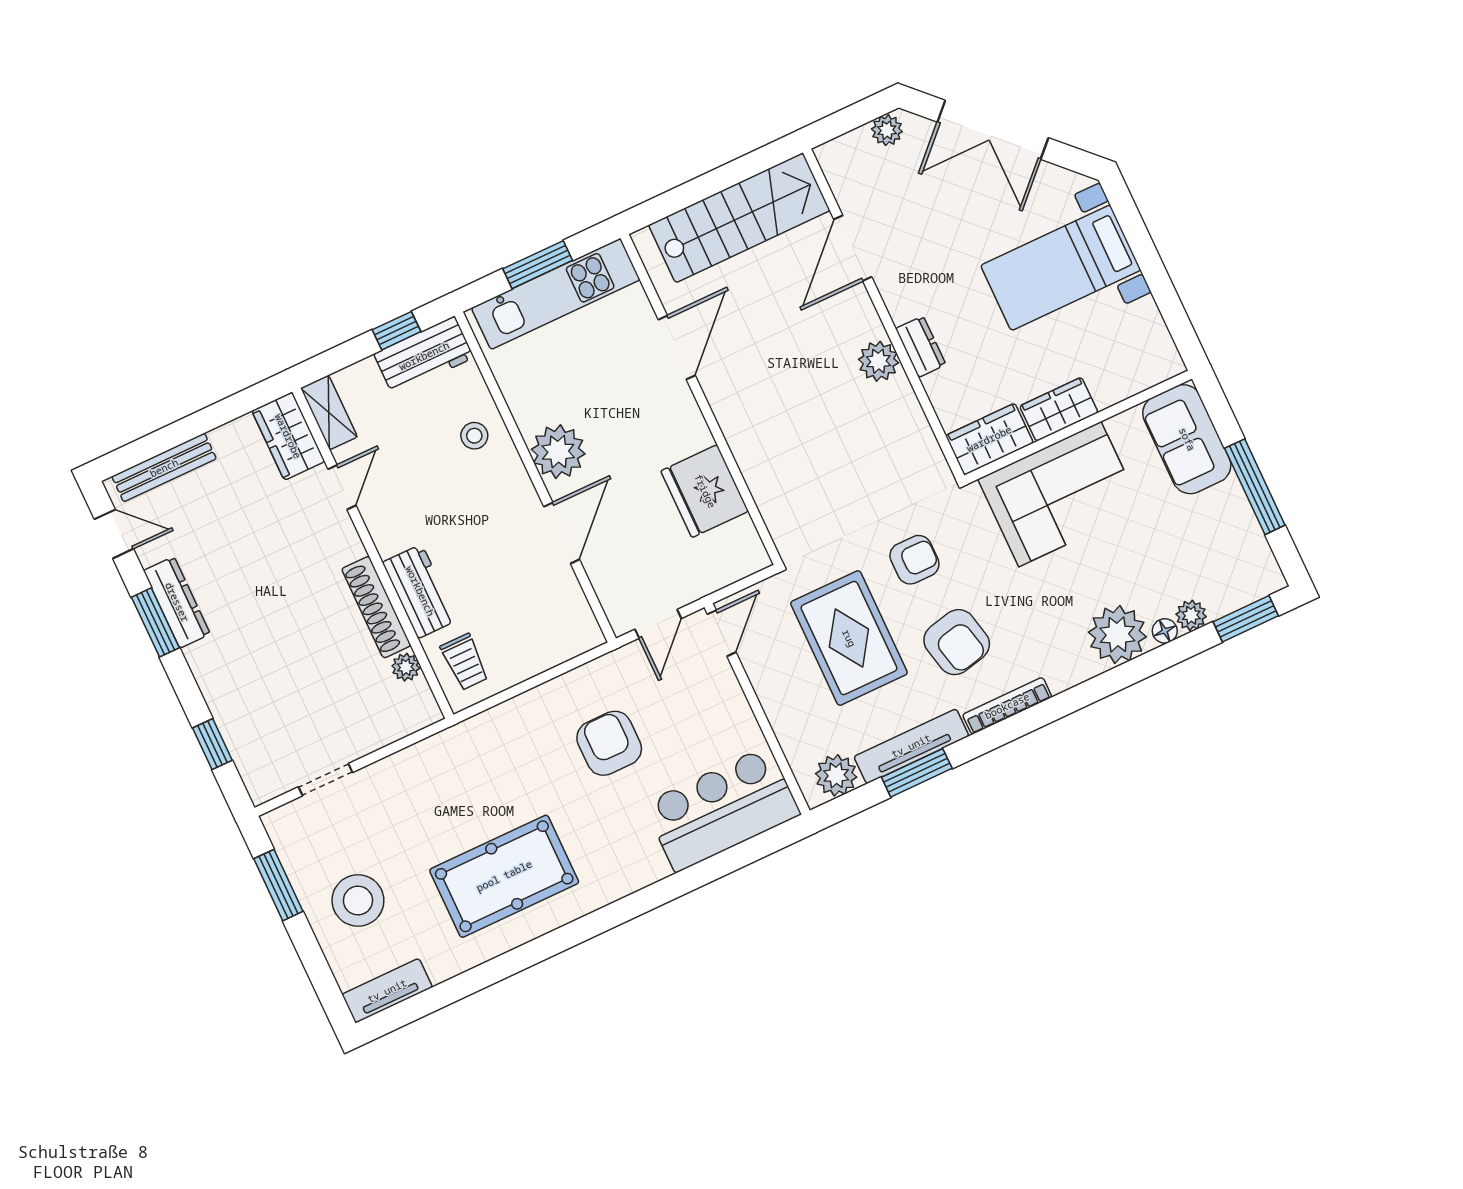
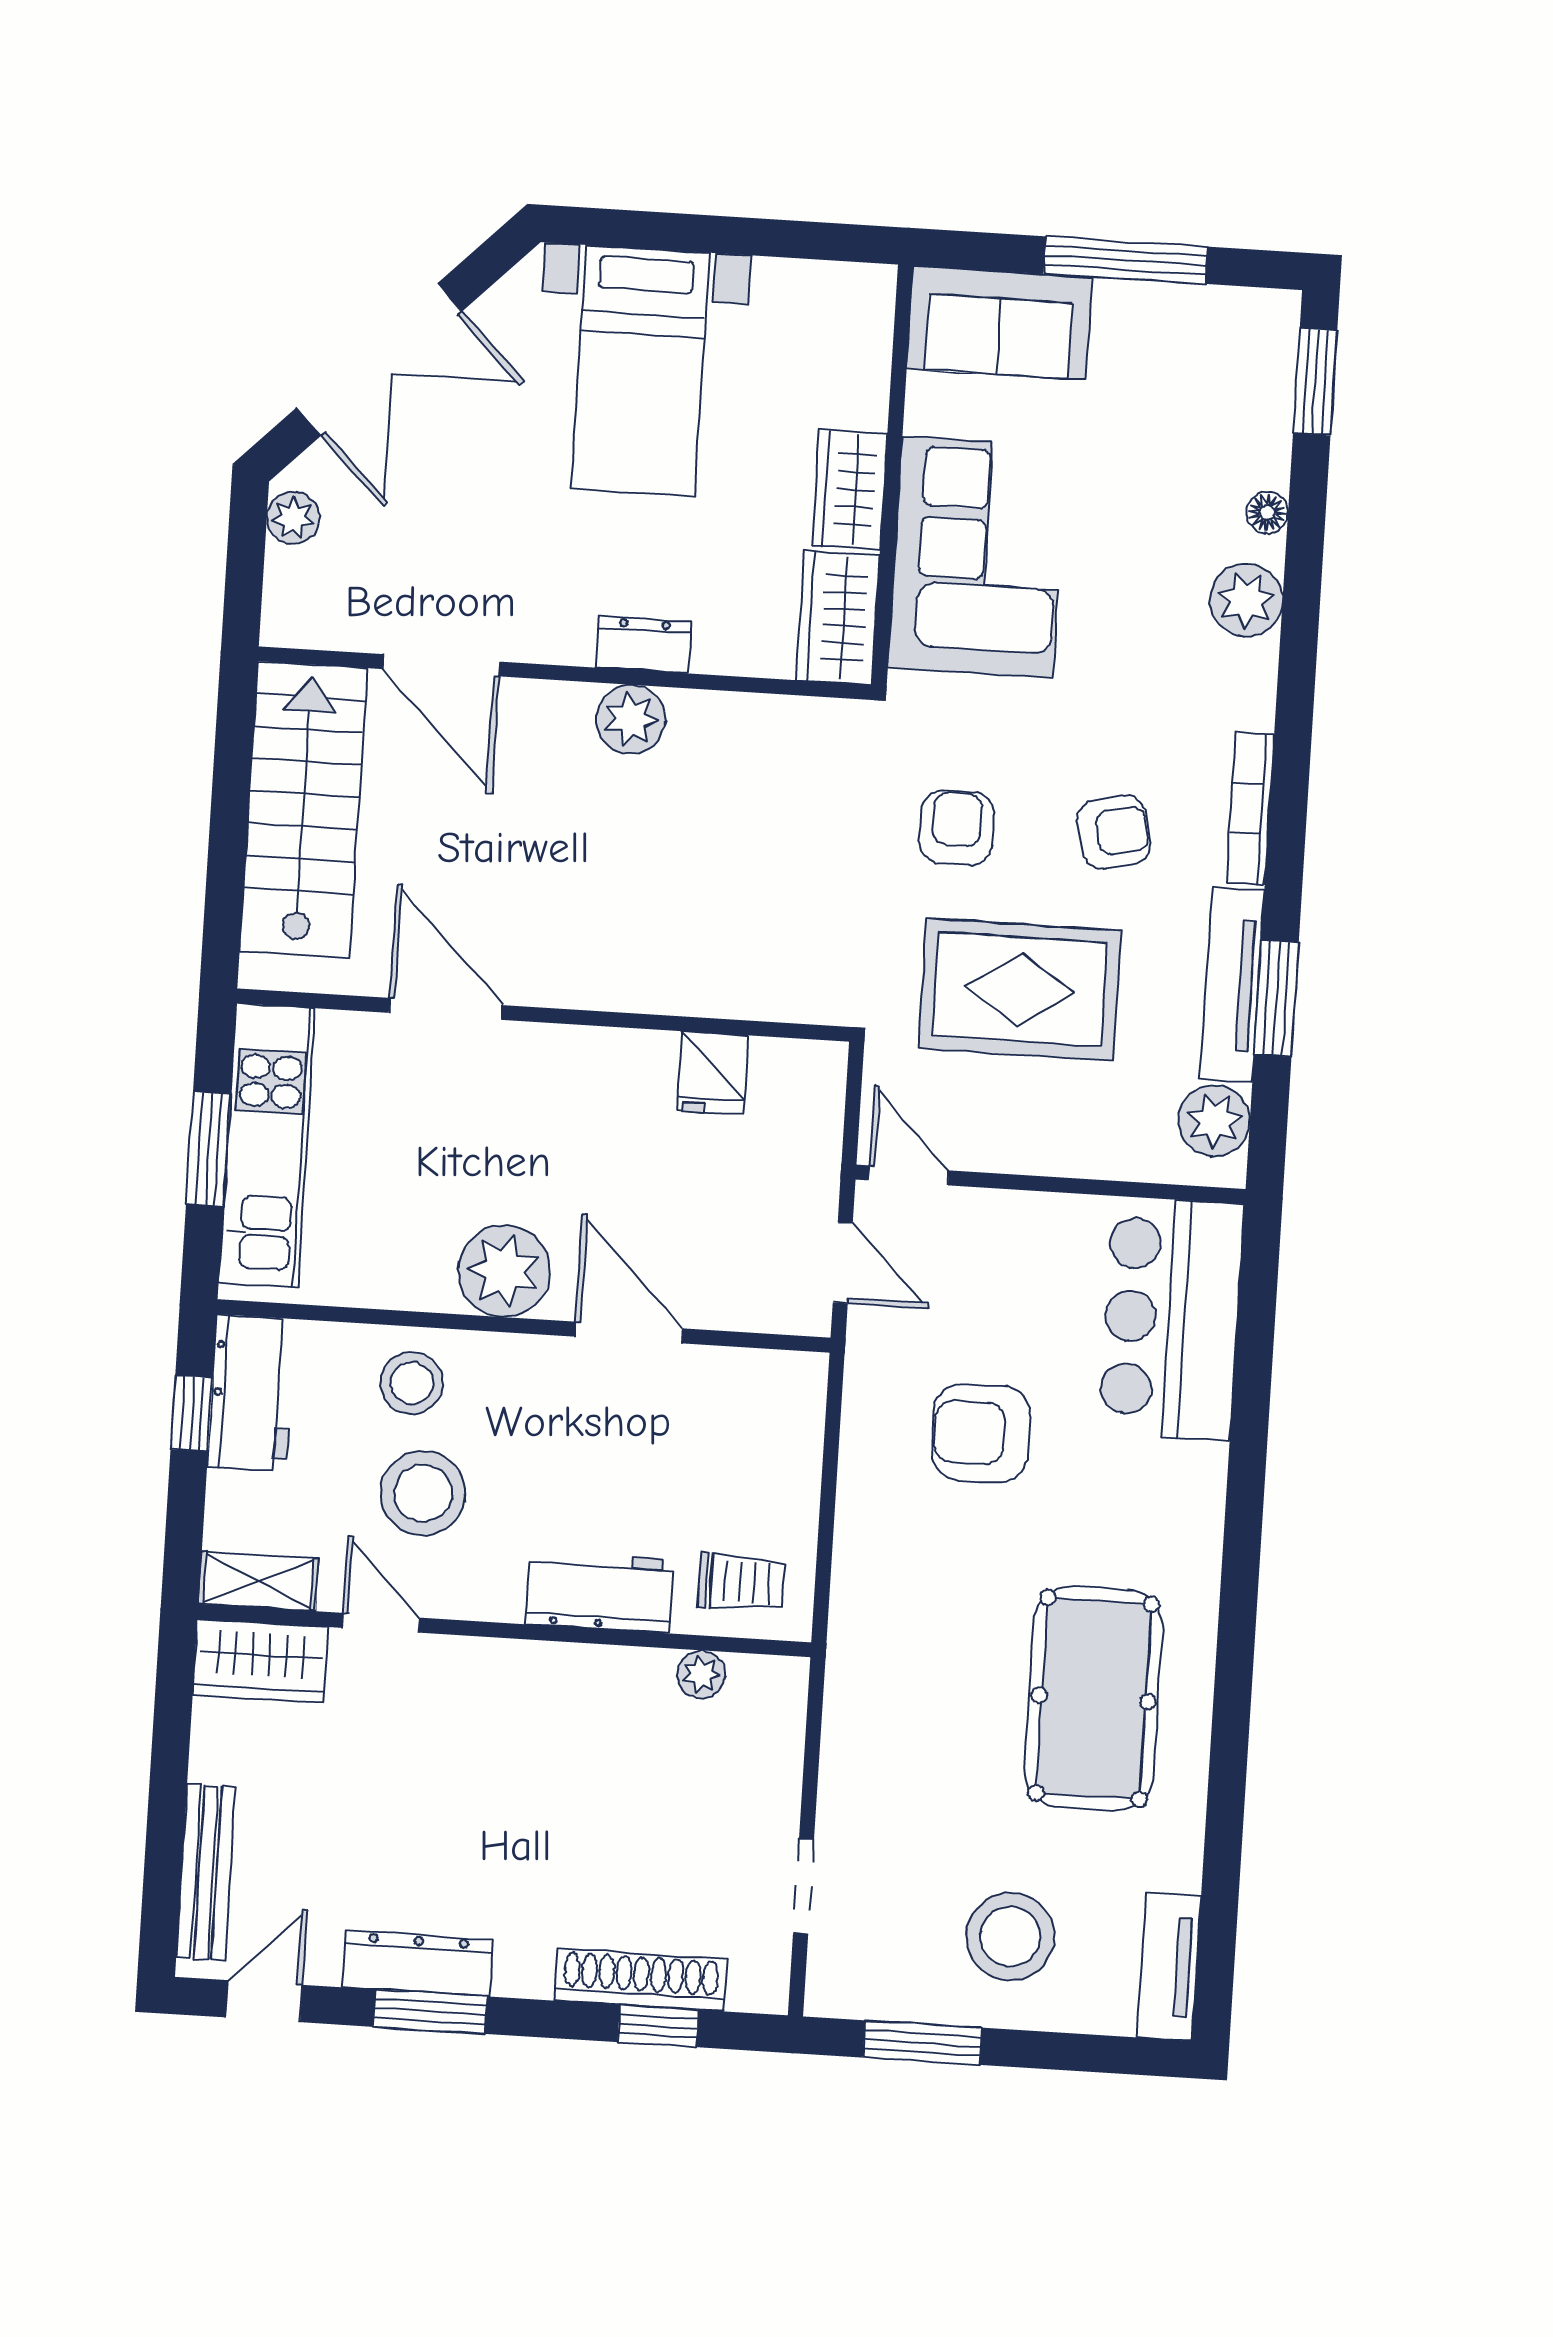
stool: (474, 436) -> (412, 1383), width x1.37, depth x1.37
stool: (421, 472) -> (423, 1493), added
fridge: (705, 491) -> (713, 1073), width x0.53, depth x0.75
shoe rack: (376, 607) -> (641, 1980), moved, turned 180
plant: (1191, 615) -> (1265, 460), removed
plant: (1117, 634) -> (1246, 600), width x0.73, depth x0.73
armchair: (957, 642) -> (1114, 832), width x0.72, depth x0.72

